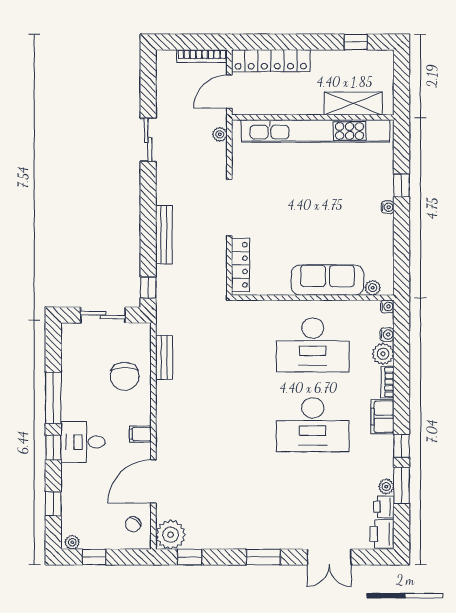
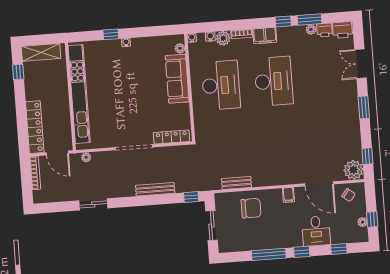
shelving: (353, 104) -> (41, 52), moved, turned 90
desk: (83, 442) -> (316, 231), moved
plant: (72, 542) -> (363, 222), moved
double door: (329, 557) -> (360, 64), swing flipped

